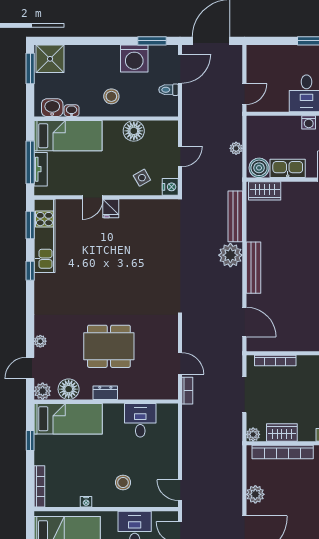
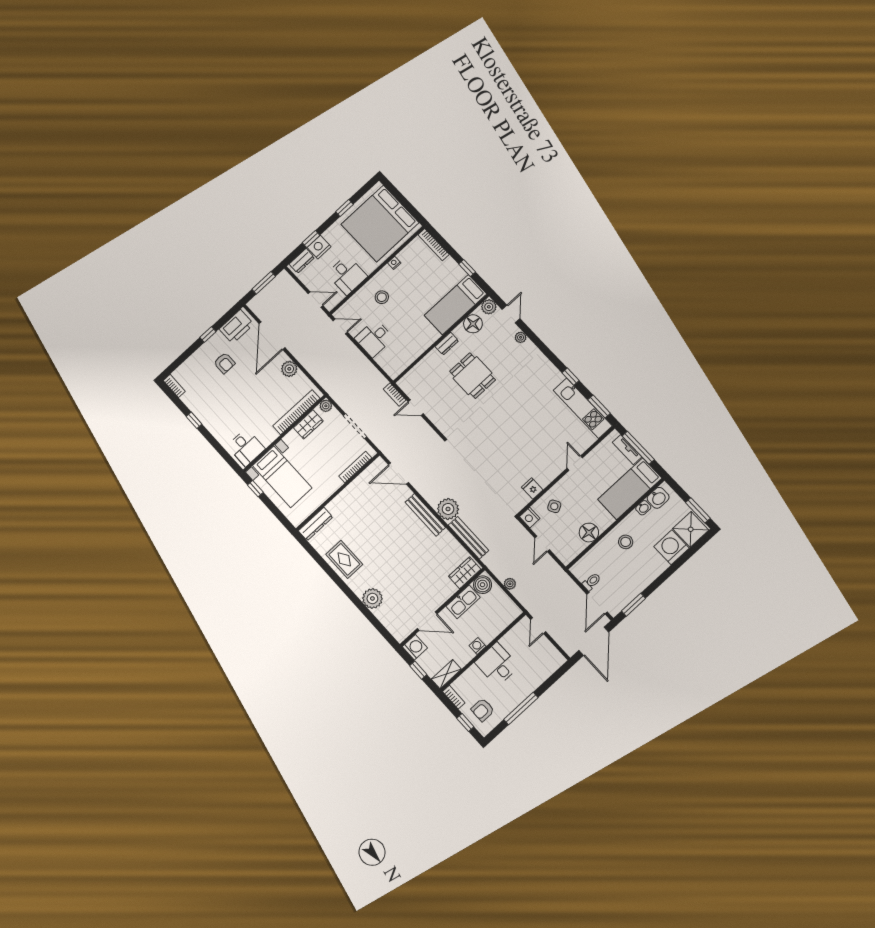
washing machine: (134, 59) -> (672, 547), moved
fridge: (111, 209) -> (532, 488), moved
dining table: (109, 346) -> (473, 376), width x0.73
desk: (140, 420) -> (374, 338), moved, turned 90

